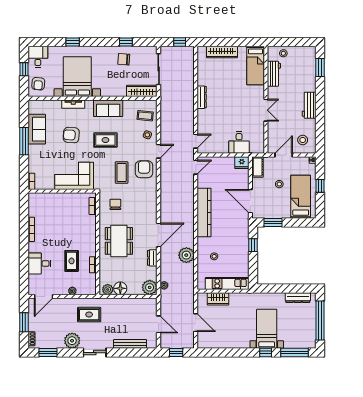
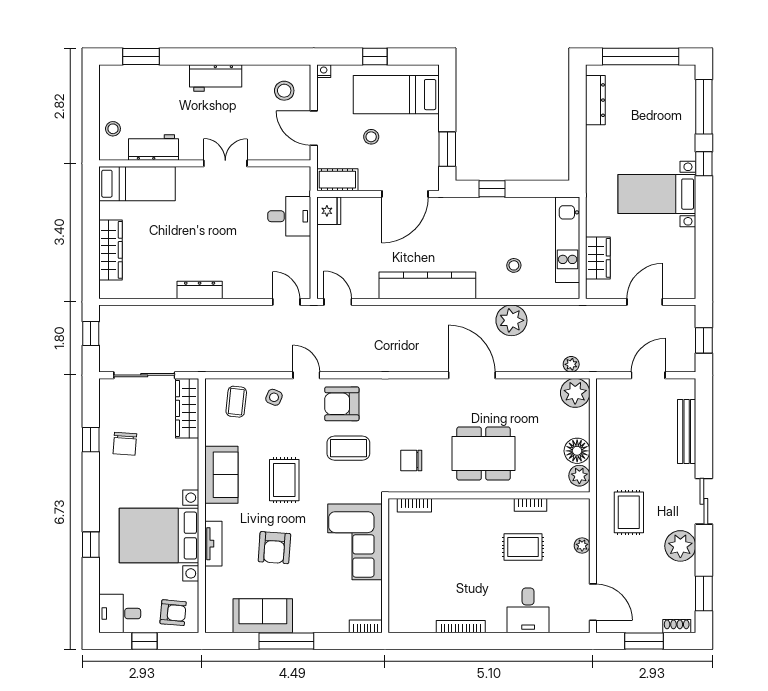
dresser: (152, 258) -> (517, 387), removed
bed with nightstands: (267, 329) -> (657, 194), moved

